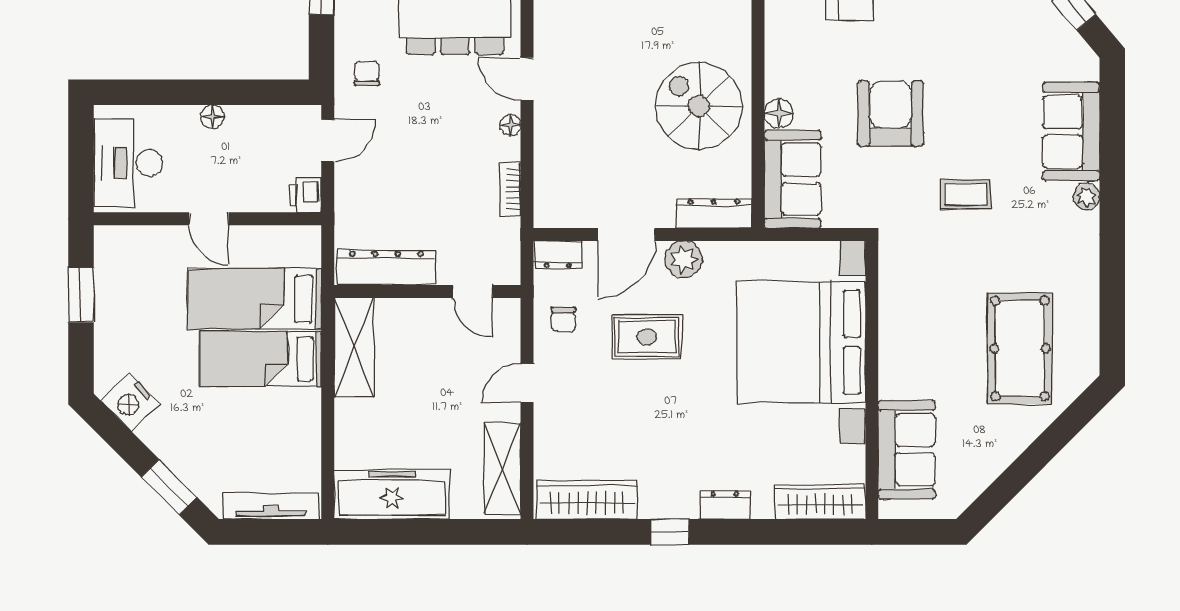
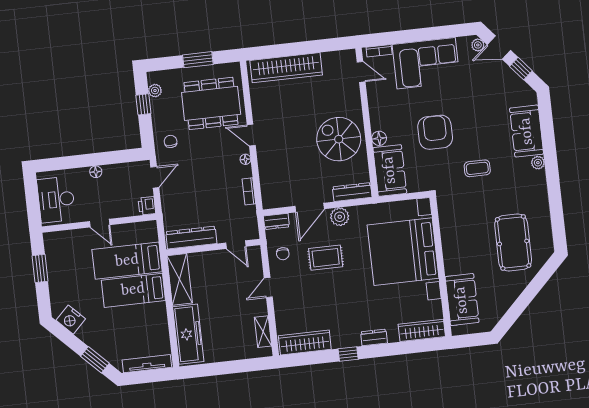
shelving: (502, 469) -> (263, 332), width x0.67, depth x0.75
freezer: (392, 494) -> (188, 334), moved, turned 90

